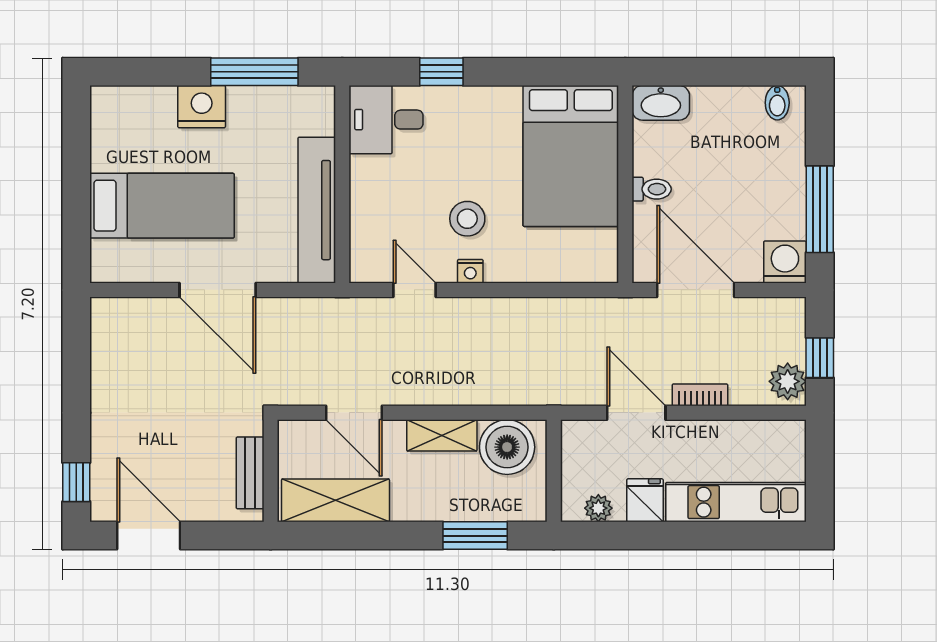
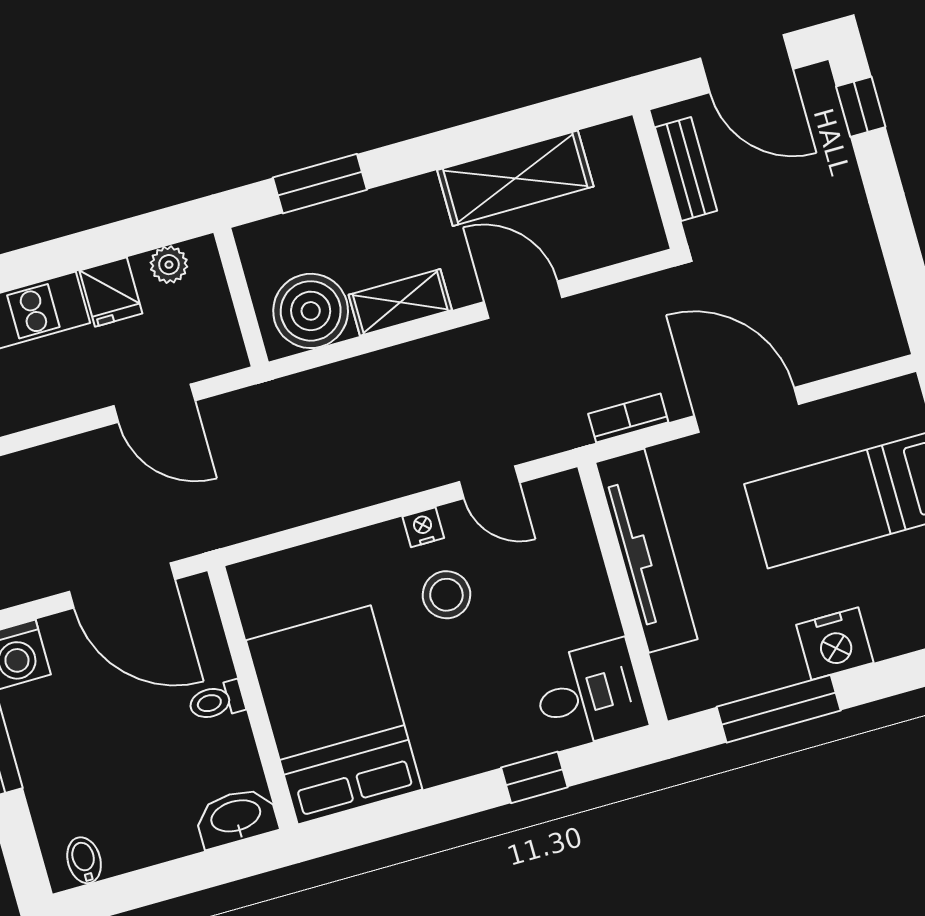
bookcase: (700, 395) -> (628, 418), moved, turned 180
wall: (271, 471) -> (660, 179), moved
bench: (250, 473) -> (686, 169), moved

